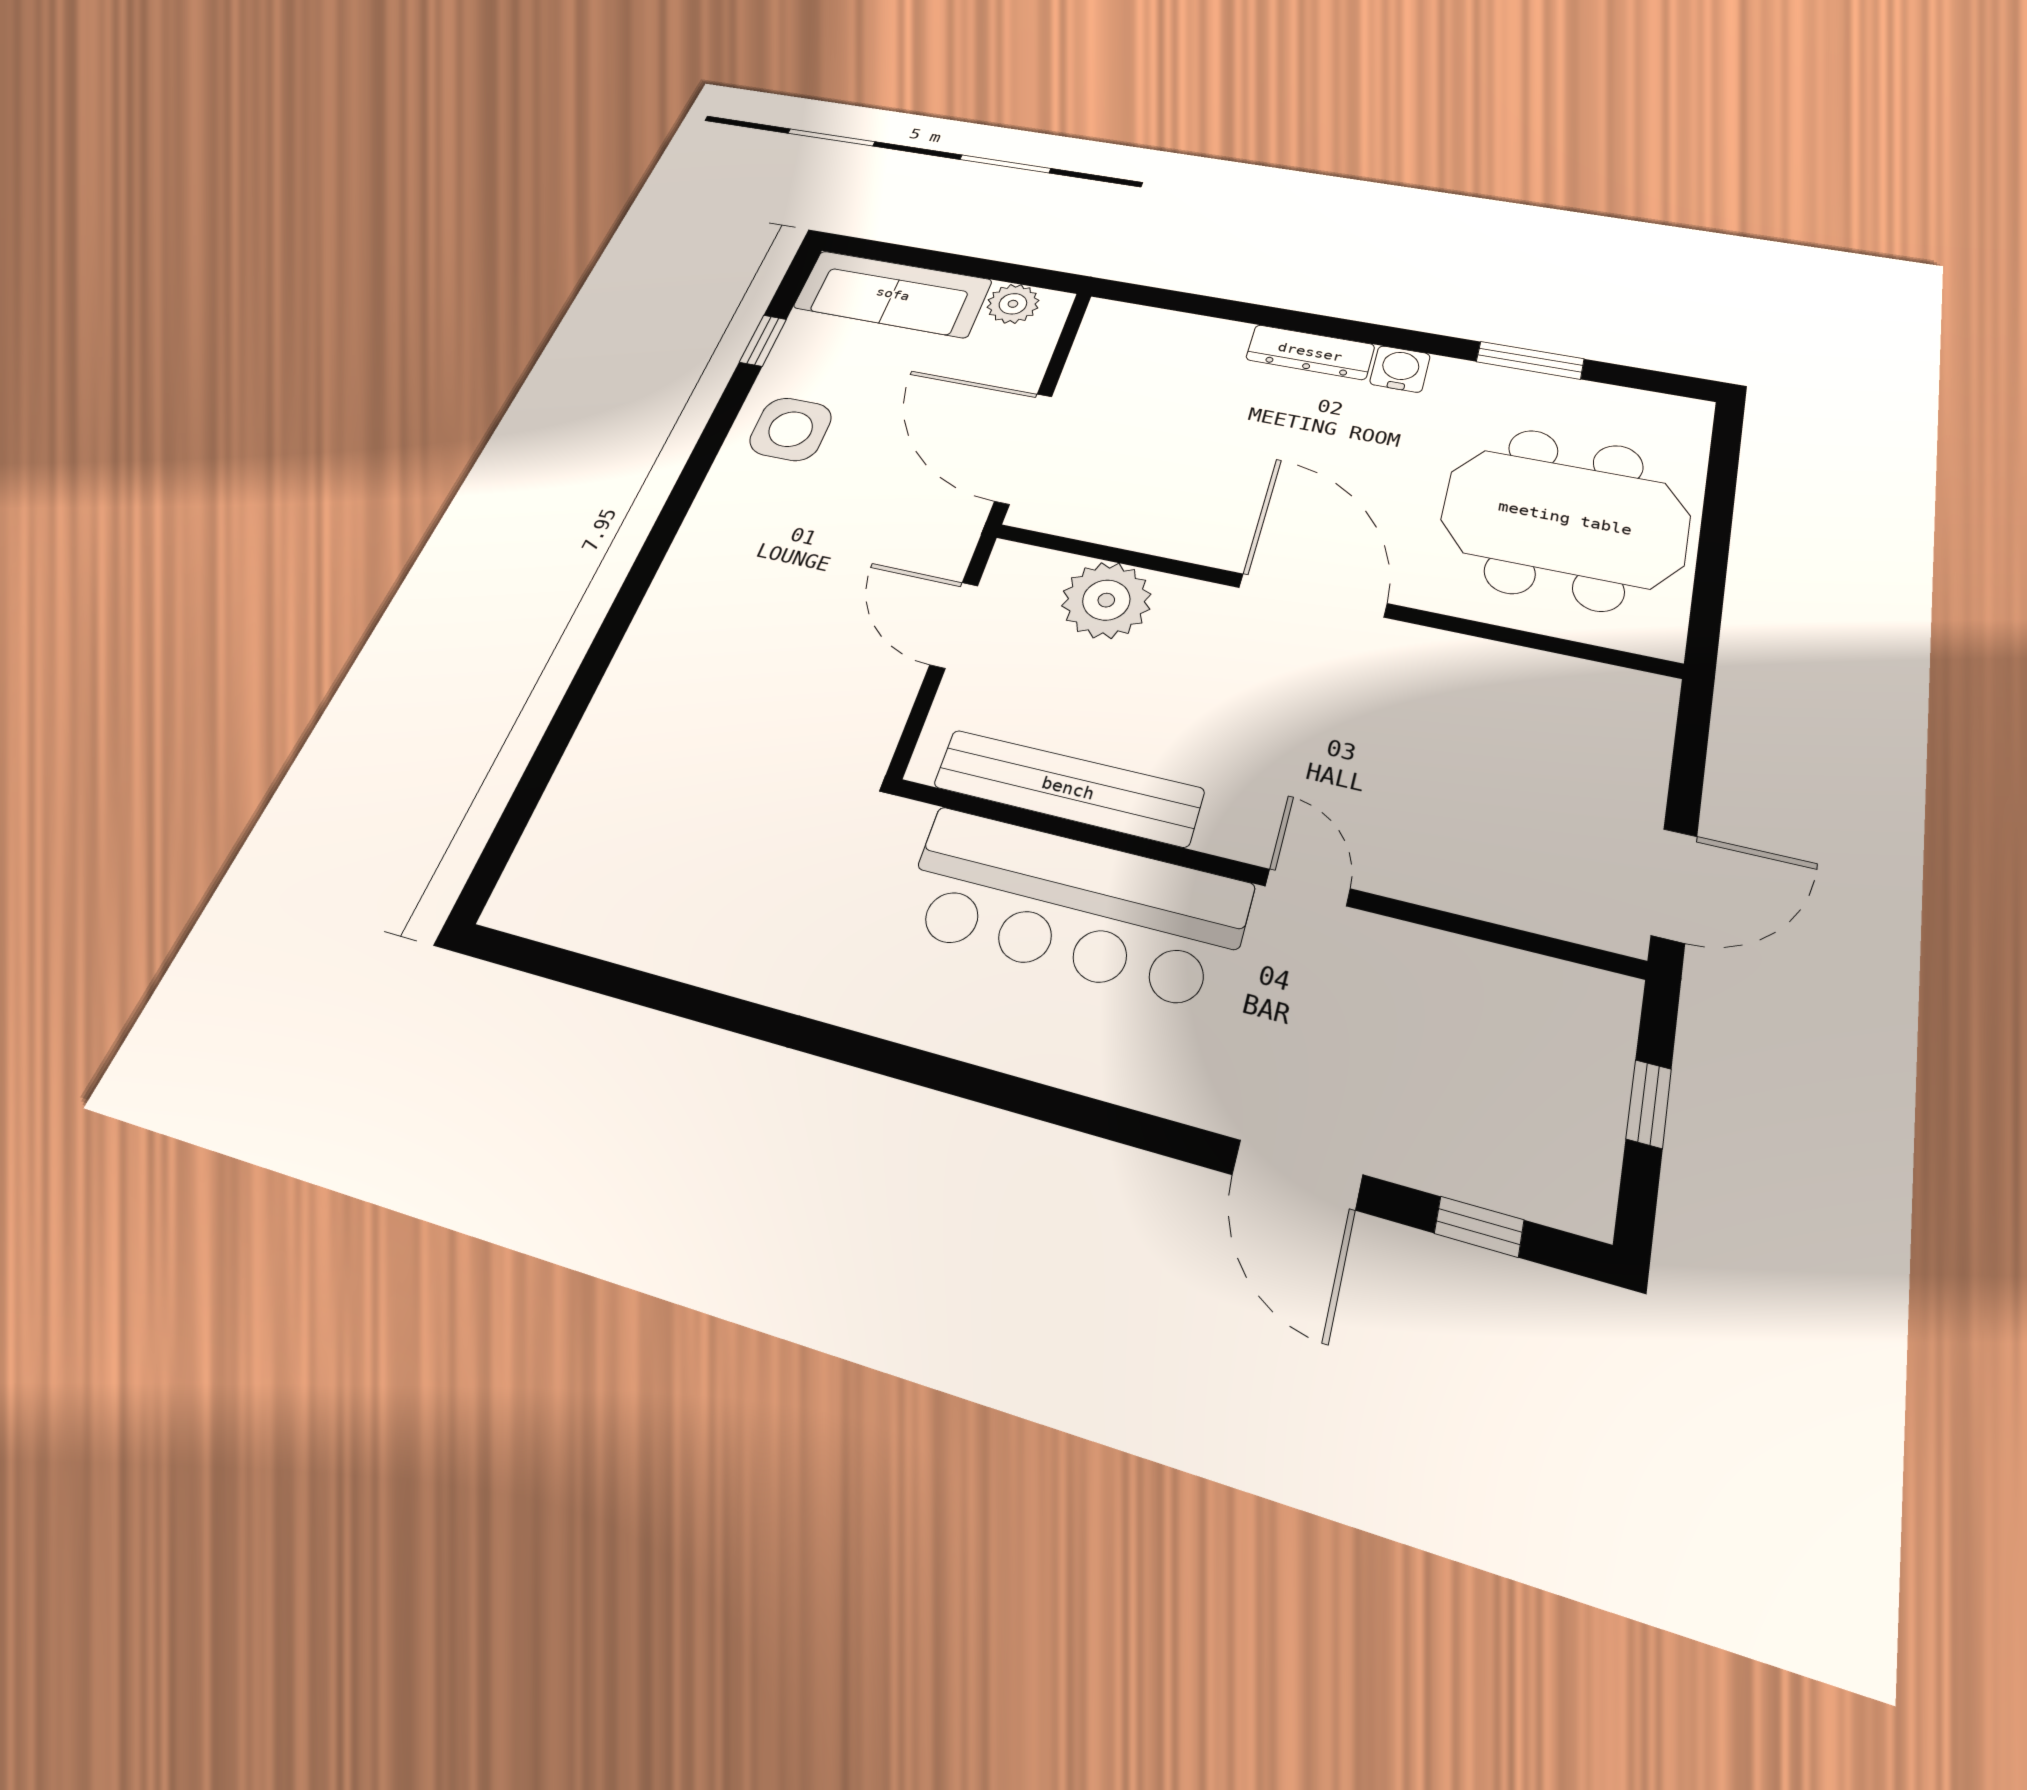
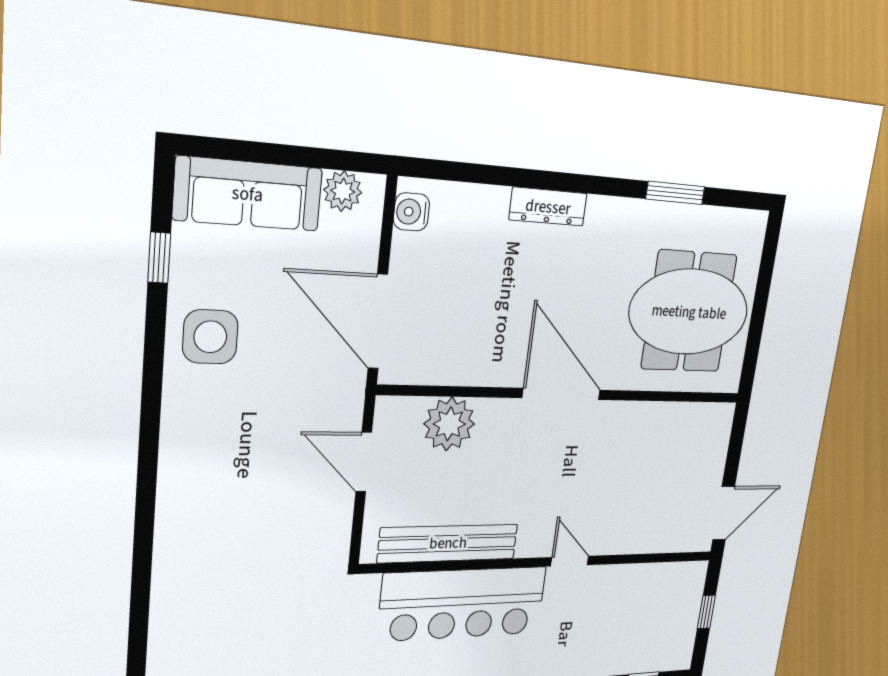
water cooler: (1400, 369) -> (411, 212), moved, turned -90

